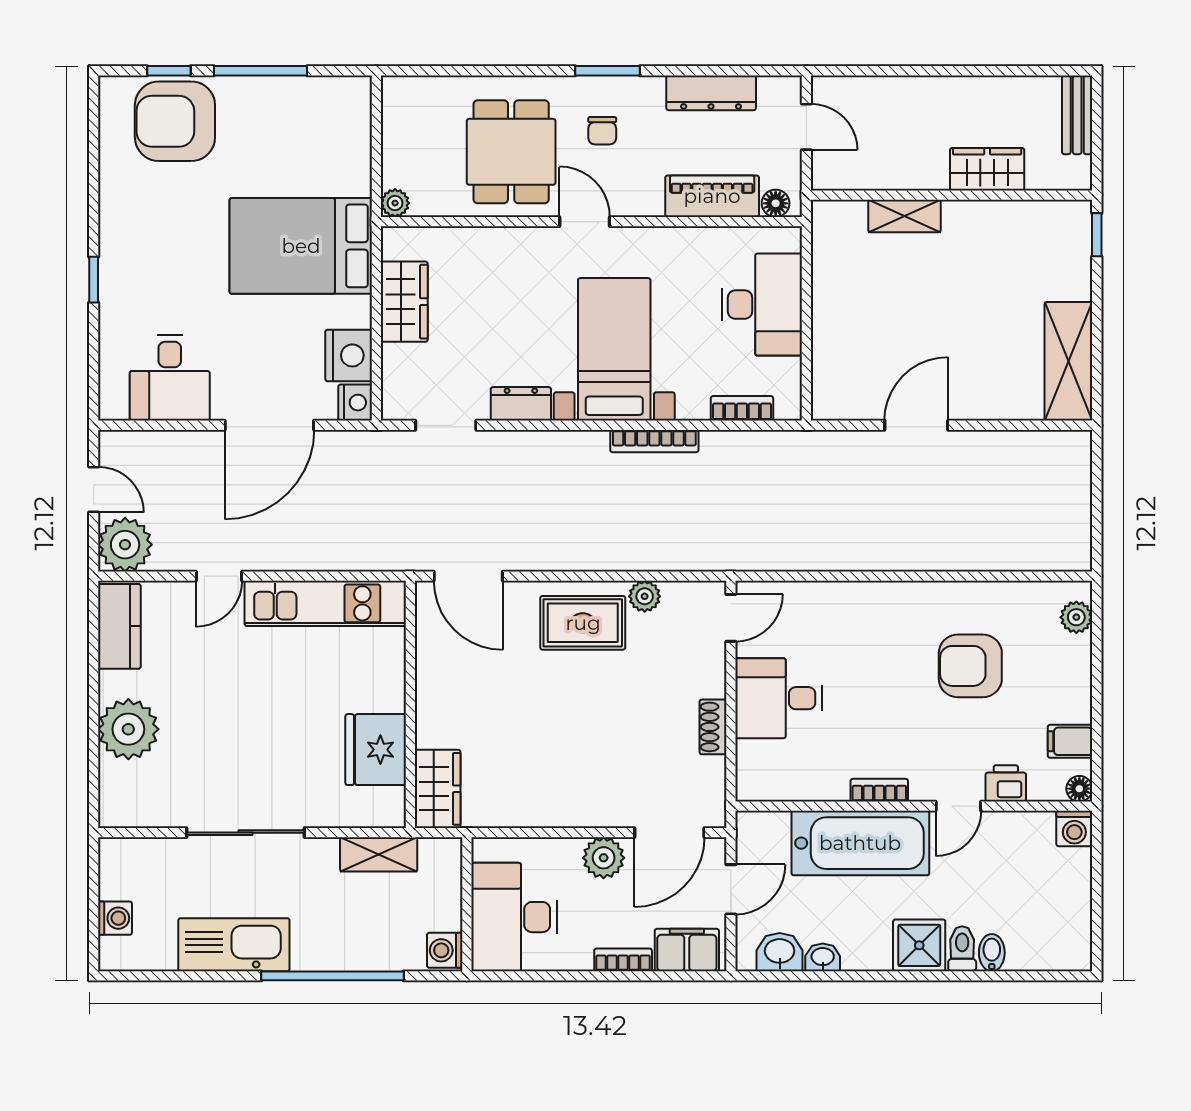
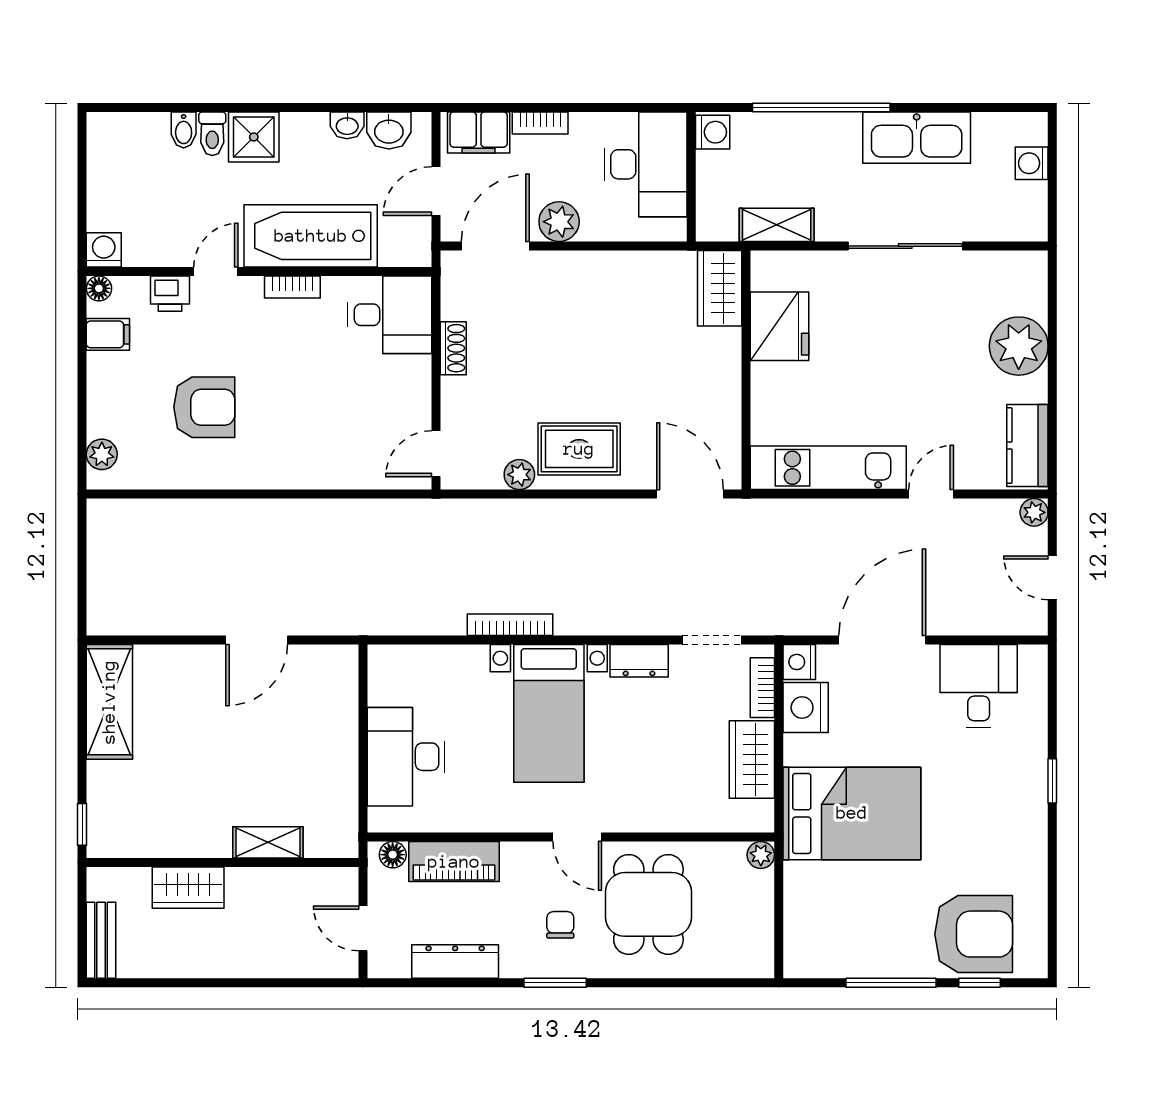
bookcase: (742, 408) -> (762, 688), moved, turned 90
plant: (125, 545) -> (1034, 512), width x0.53, depth x0.53
desk: (779, 698) -> (390, 315), moved

